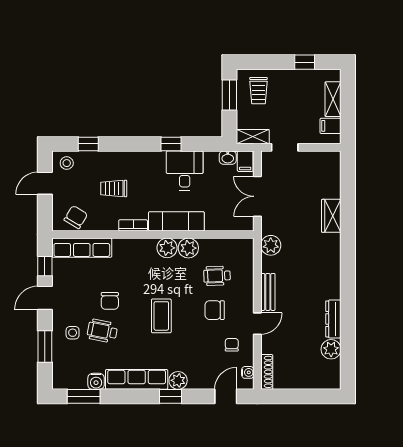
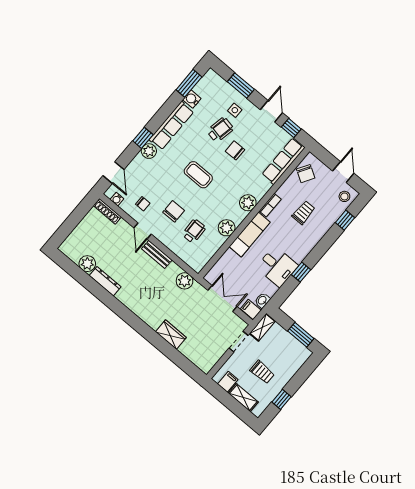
trolley: (259, 91) -> (262, 372), moved, turned 180
plant: (167, 248) -> (248, 203), moved

